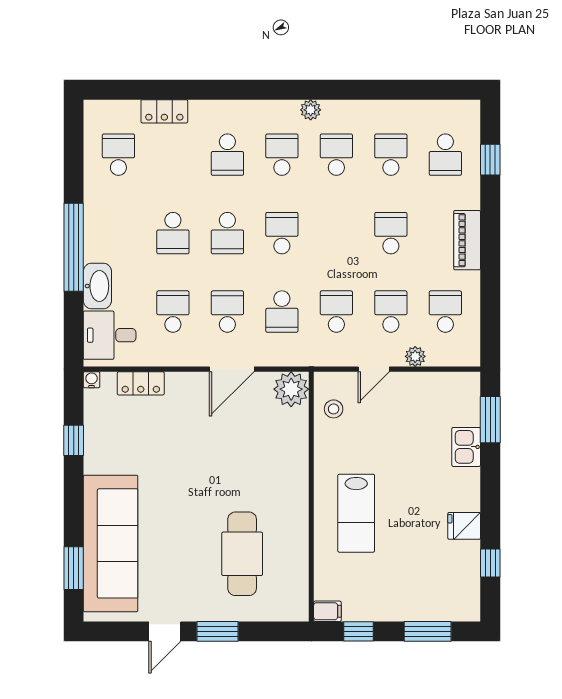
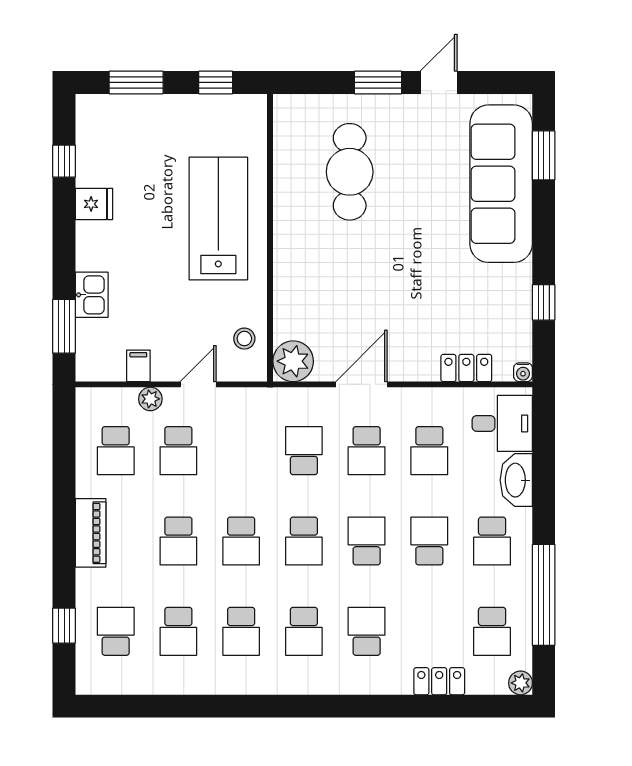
plant: (311, 110) -> (521, 683), moved
school desk: (118, 233) -> (492, 541), added
window: (74, 247) -> (544, 595), moved
school desk: (336, 312) -> (241, 541), moved
lab bench: (356, 513) -> (218, 218), width x1.36, depth x1.39
filing cabinet: (327, 611) -> (138, 366), moved, turned 90

